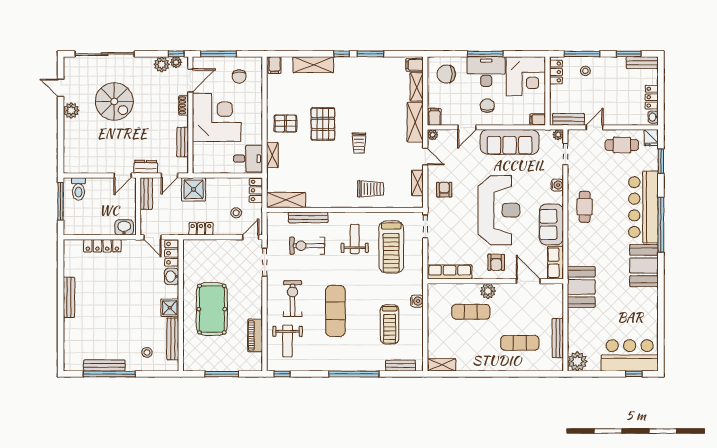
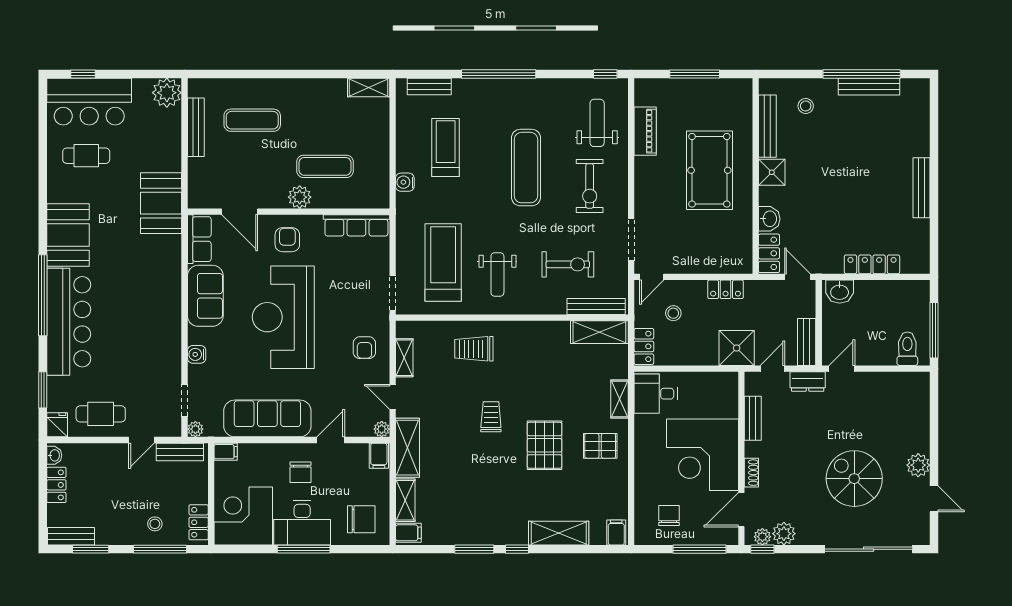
cafe table: (585, 207) -> (86, 156), moved, turned 90
bench: (308, 217) -> (596, 306), moved

